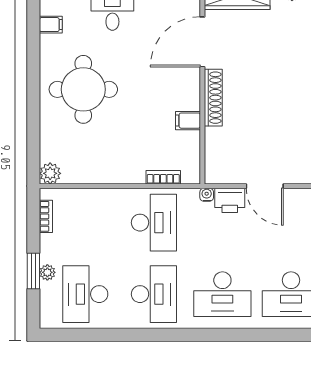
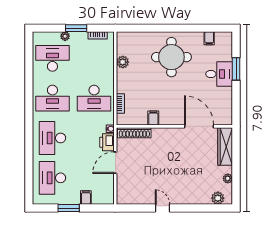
shoe rack: (213, 98) -> (134, 133), moved
plant: (50, 173) -> (123, 62), moved
window: (33, 271) -> (76, 28), moved

